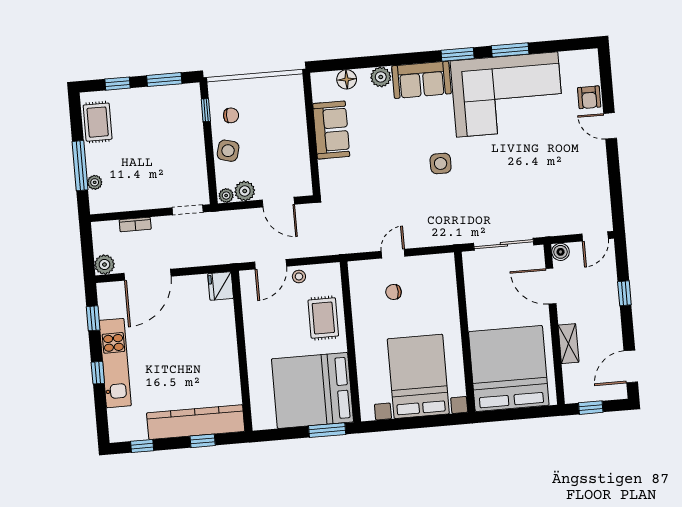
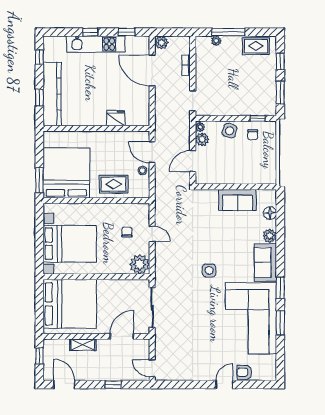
boiler: (561, 252) -> (144, 345), removed
plant: (440, 268) -> (140, 264), added
fridge: (221, 286) -> (116, 118), moved

